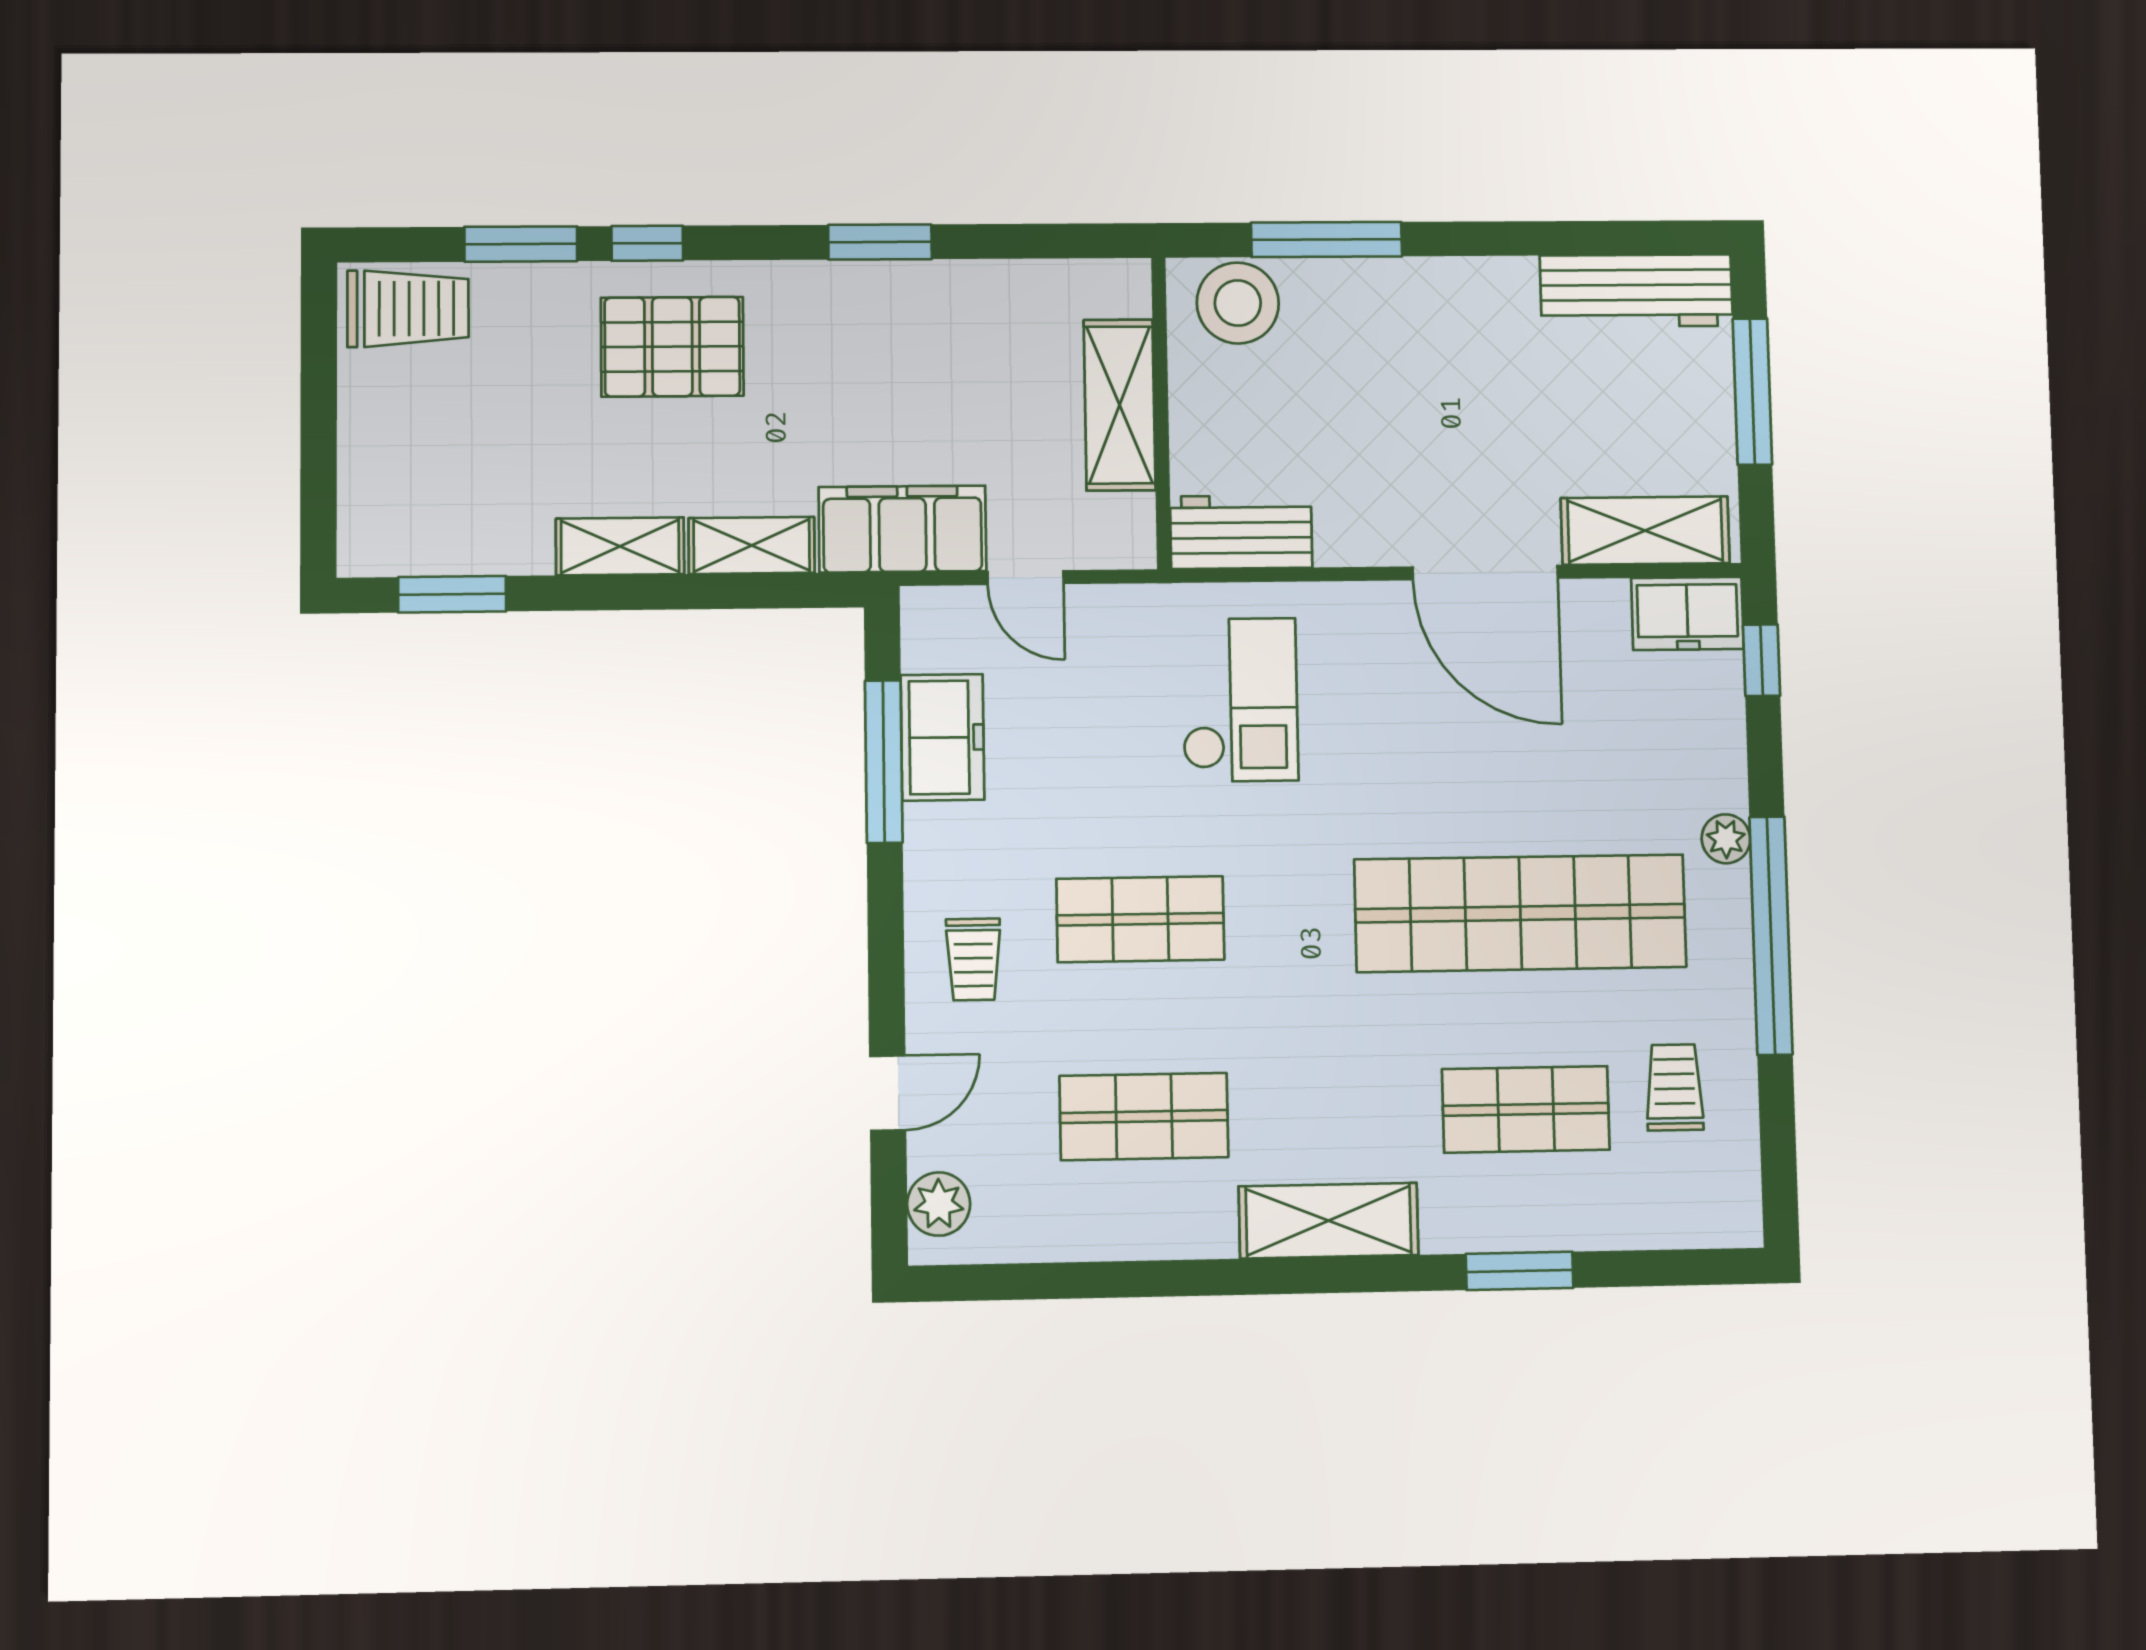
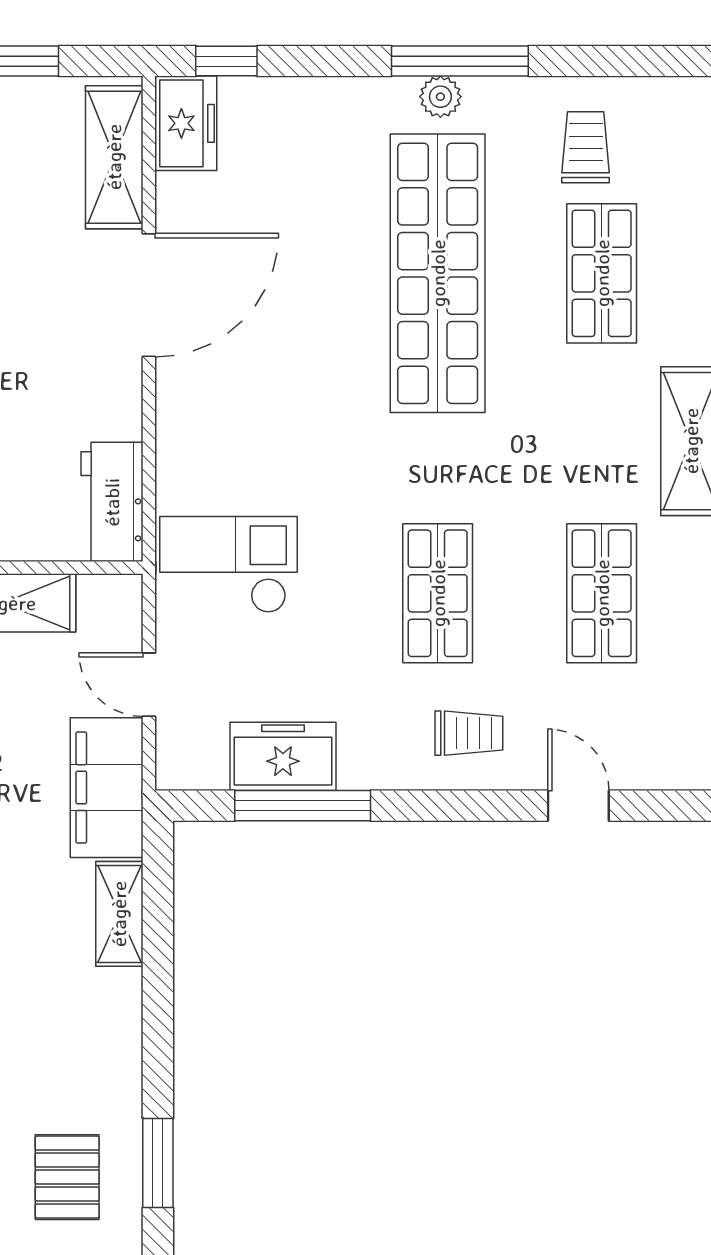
pallet: (435, 487) -> (67, 1177), added
shelving: (620, 546) -> (119, 1024), removed
door: (1026, 578) -> (149, 685), swing flipped
checkout: (1240, 700) -> (228, 565), moved
plant: (1726, 839) -> (440, 97), moved
window: (1771, 936) -> (460, 61), width x0.68
trolley: (1674, 1087) -> (586, 147), turned 90
plant: (939, 1204) -> (670, 765), removed

